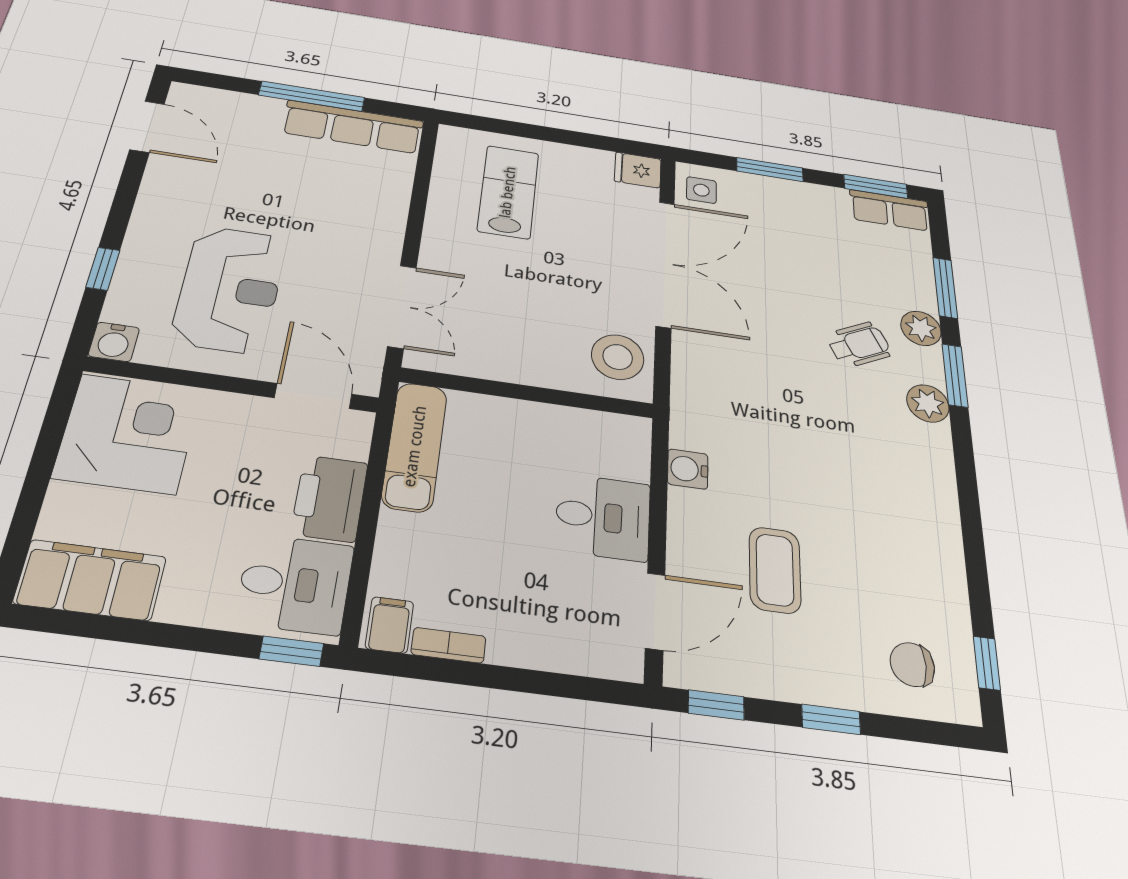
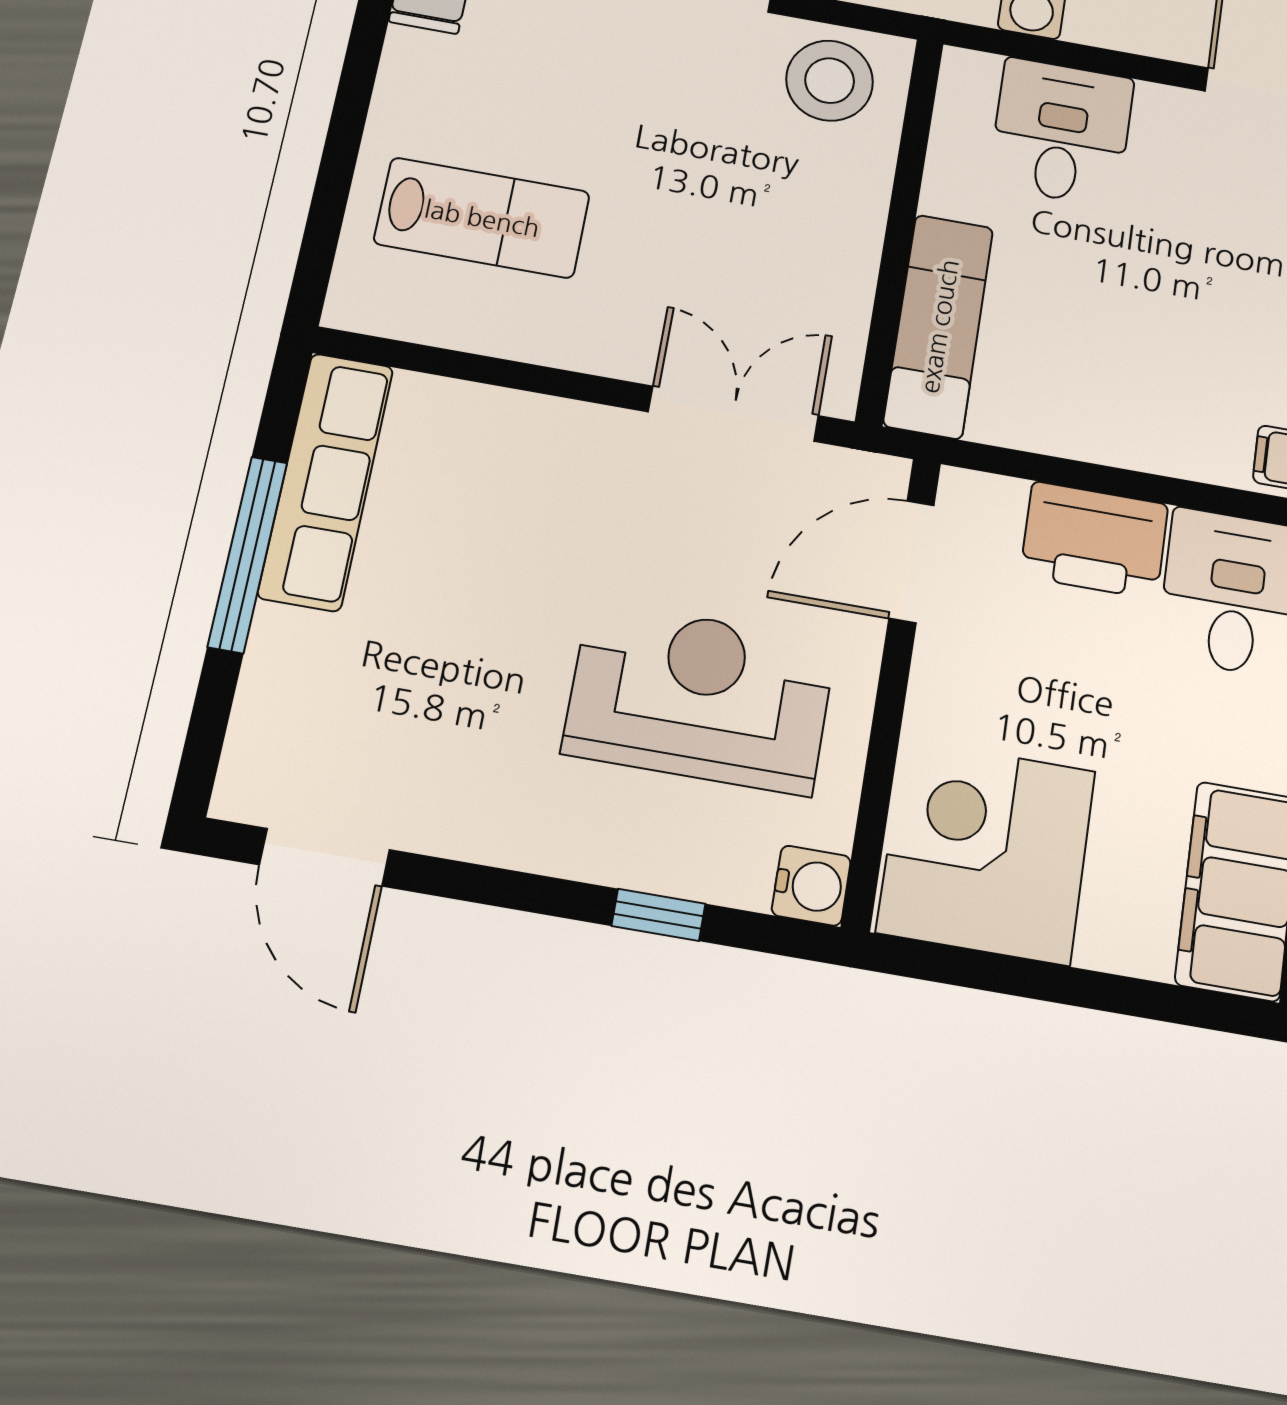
door: (147, 127) -> (324, 857), swing flipped
lab bench: (508, 192) -> (482, 218), turned 180
exam couch: (415, 446) -> (939, 326), moved, turned 90
desk: (603, 517) -> (1061, 132), moved

